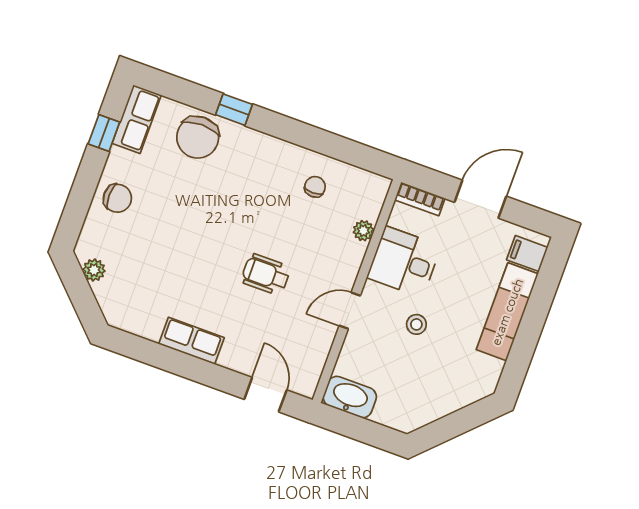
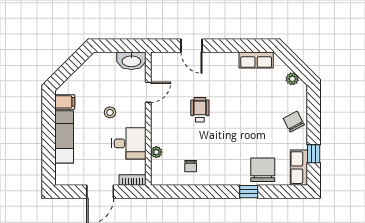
chair: (117, 198) -> (294, 122), turned 62
filing cabinet: (527, 254) -> (65, 102), moved
wheelchair: (266, 274) -> (200, 110), turned -90
door: (350, 311) -> (148, 92), moved
row of seats: (191, 341) -> (256, 60), moved
door: (265, 395) -> (192, 46), moved

